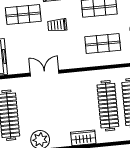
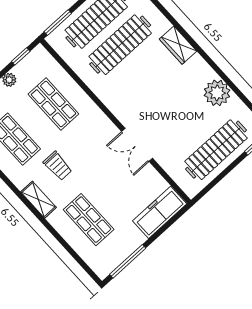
trolley: (57, 25) -> (58, 166), moved

